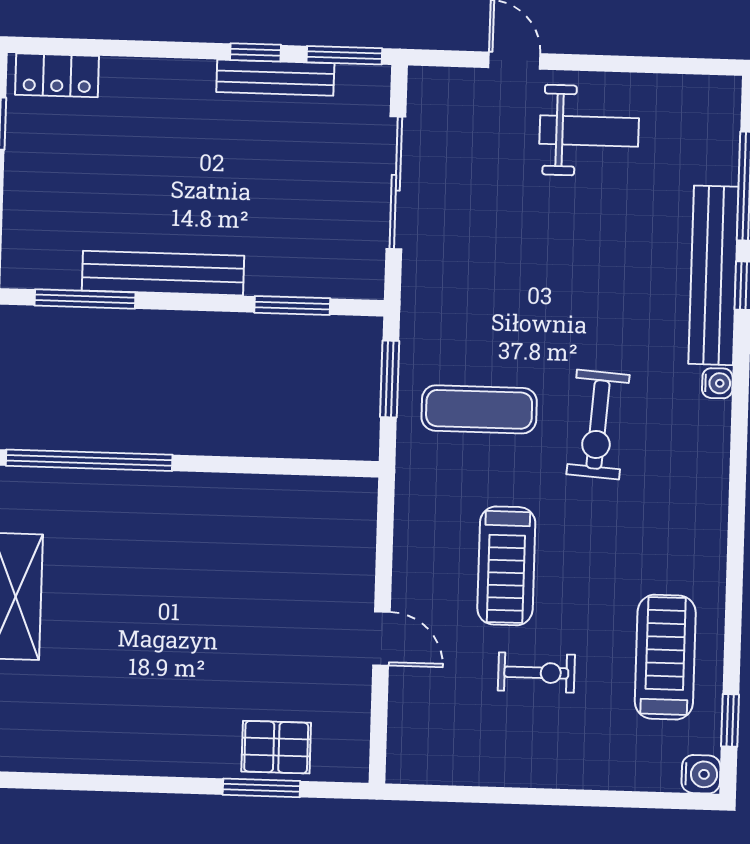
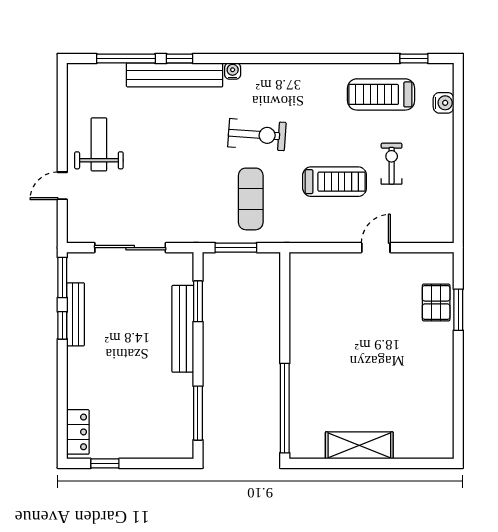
bench: (163, 273) -> (183, 329), moved
water cooler: (701, 774) -> (444, 103), moved, turned 90

